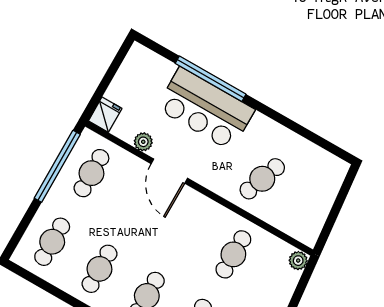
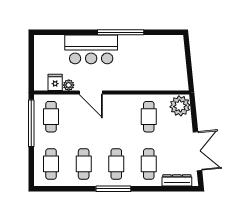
window: (211, 79) -> (121, 32), moved
fridge: (105, 115) -> (55, 82), moved
cafe table: (262, 179) -> (141, 69), removed
plant: (298, 261) -> (180, 106), width x1.88, depth x1.88

